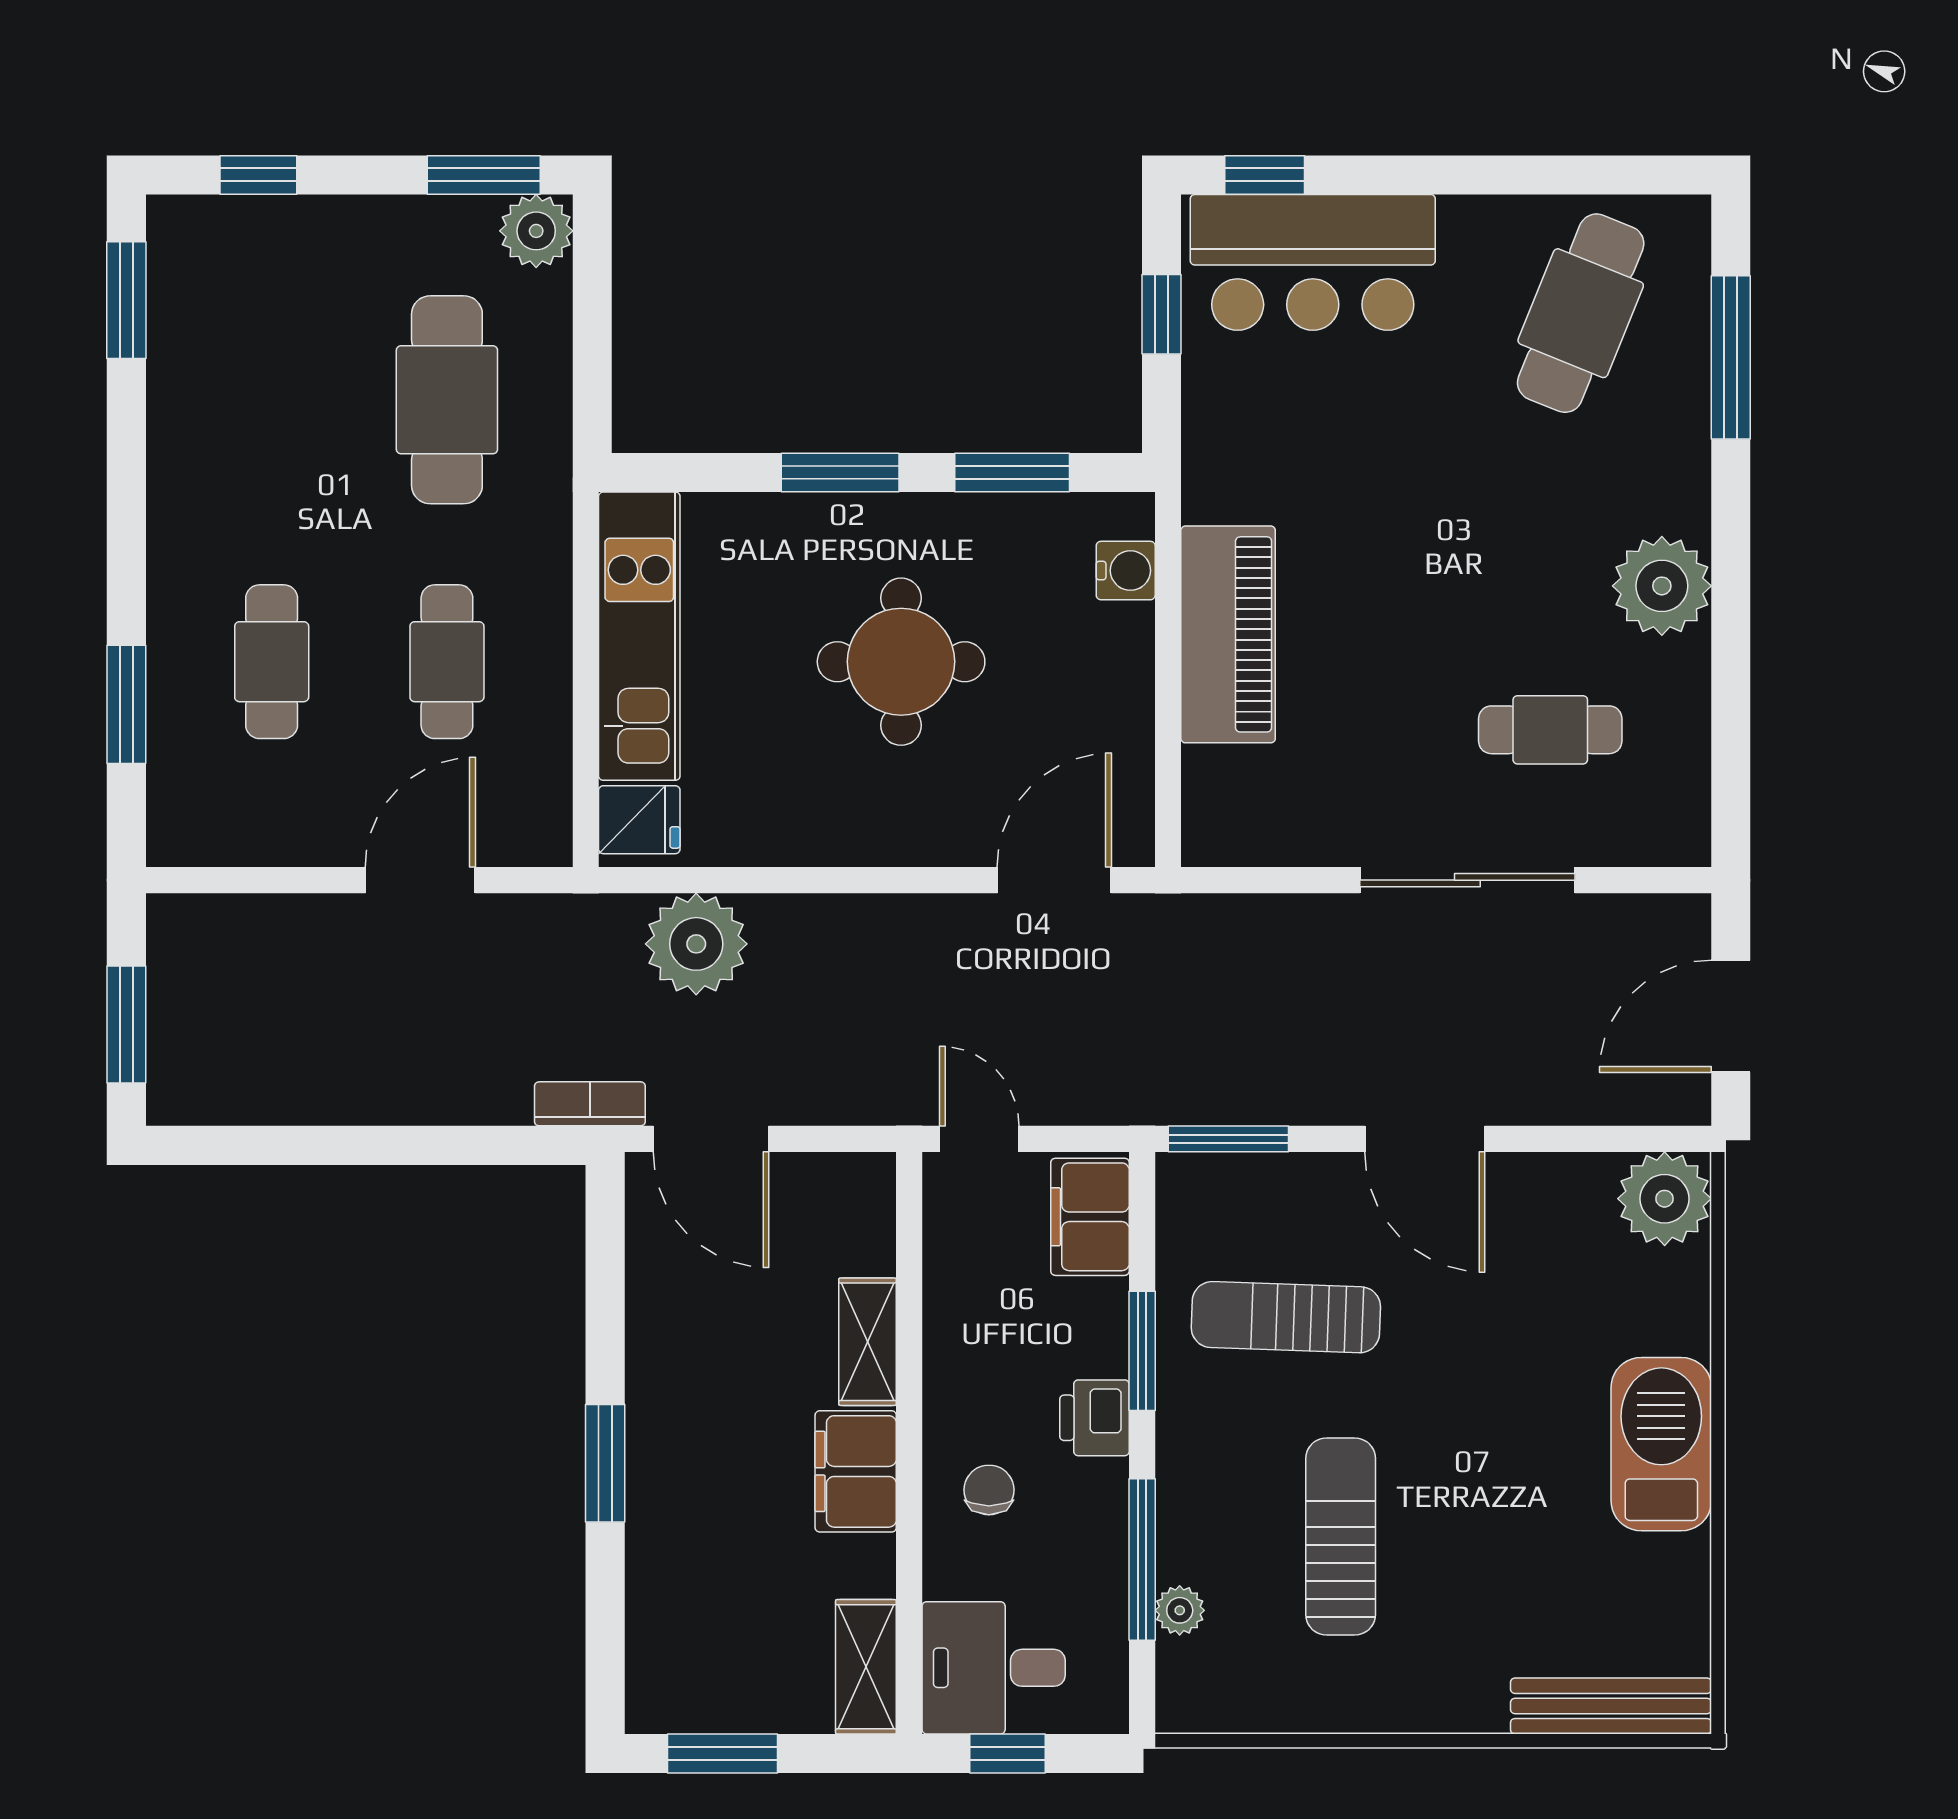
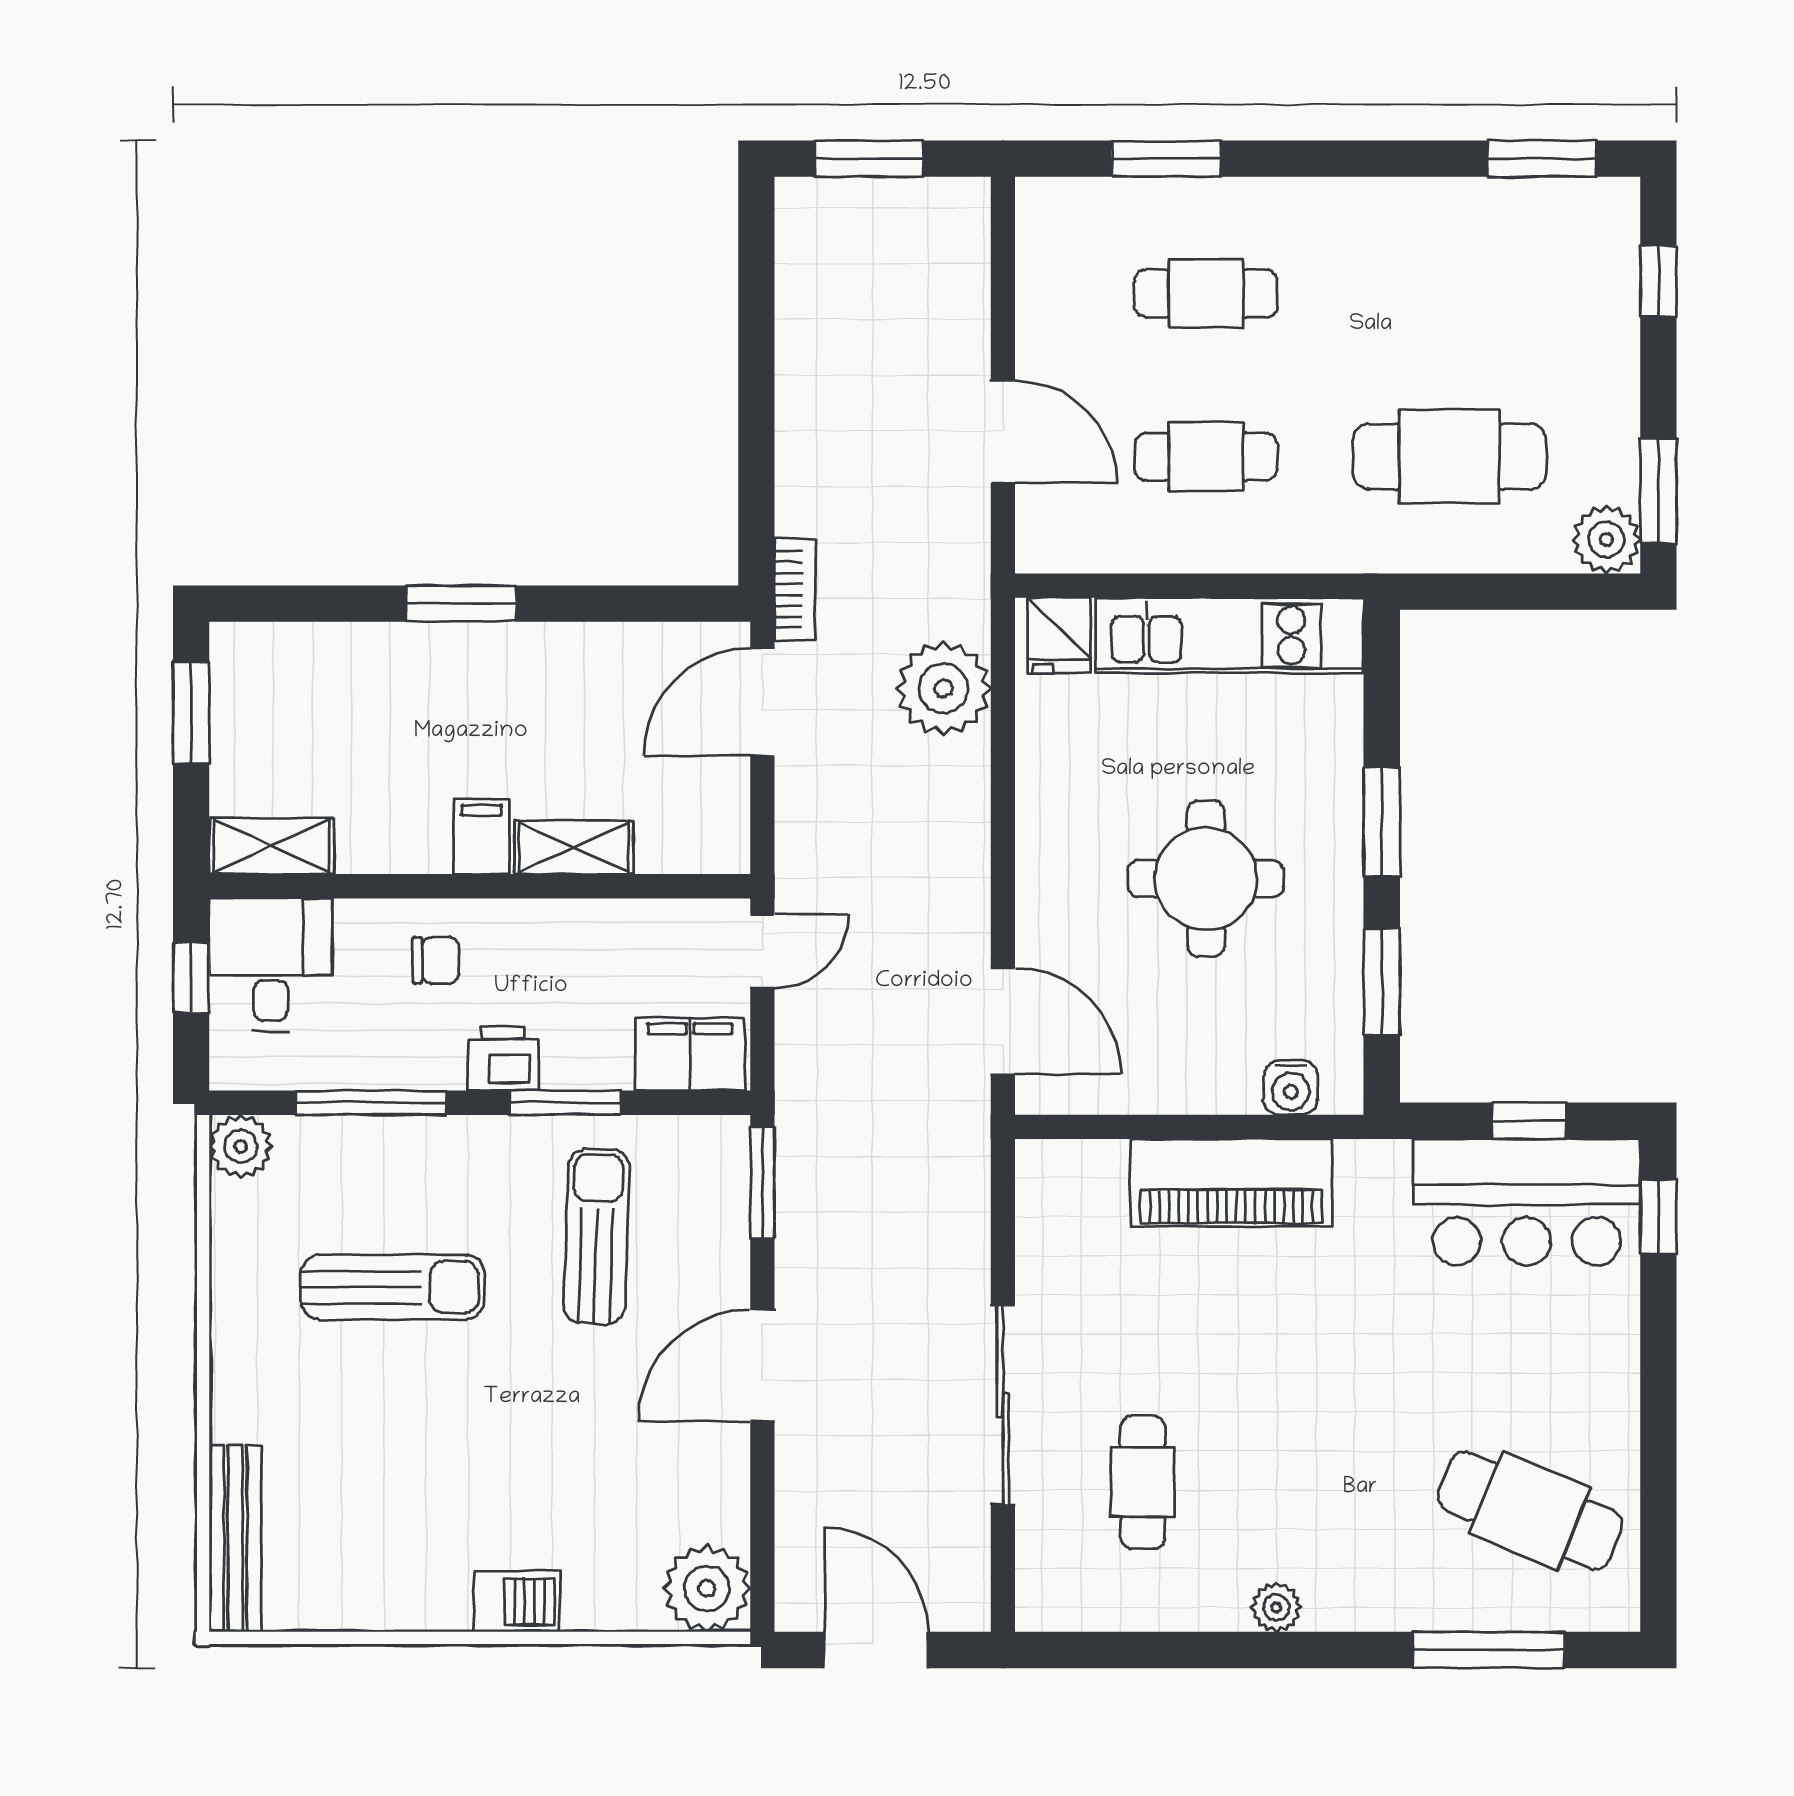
bar counter: (1313, 262) -> (1527, 1202), moved, turned -90
plant: (1662, 586) -> (1276, 1607), width x0.53, depth x0.53
barbecue: (1661, 1444) -> (516, 1602), width x0.53, depth x0.65
filing cabinet: (856, 1471) -> (481, 837), width x0.50
plant: (1180, 1610) -> (241, 1146), moved, width x1.38, depth x1.38

